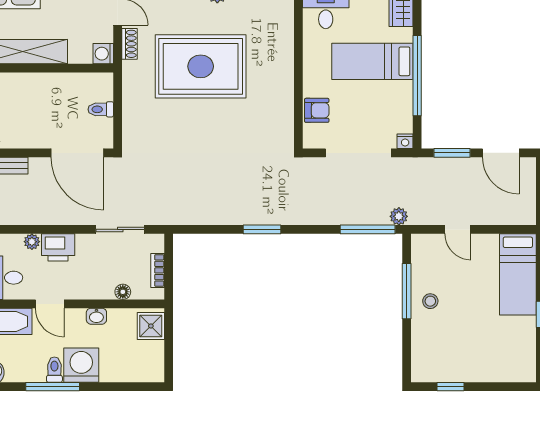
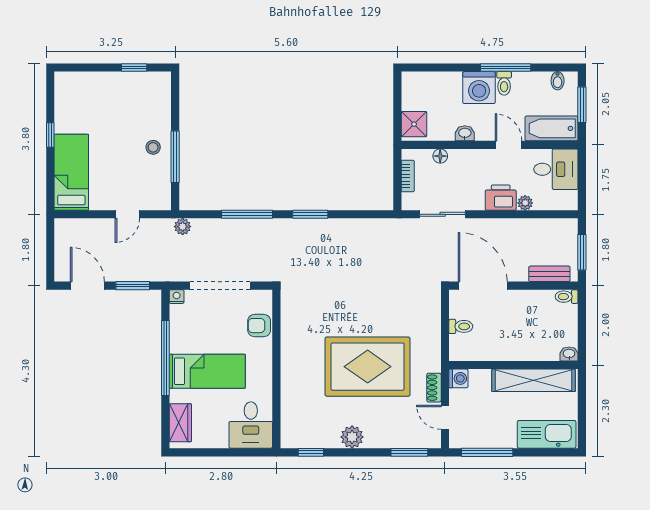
window: (368, 229) -> (247, 214), moved
door: (458, 229) -> (127, 214), swing flipped

